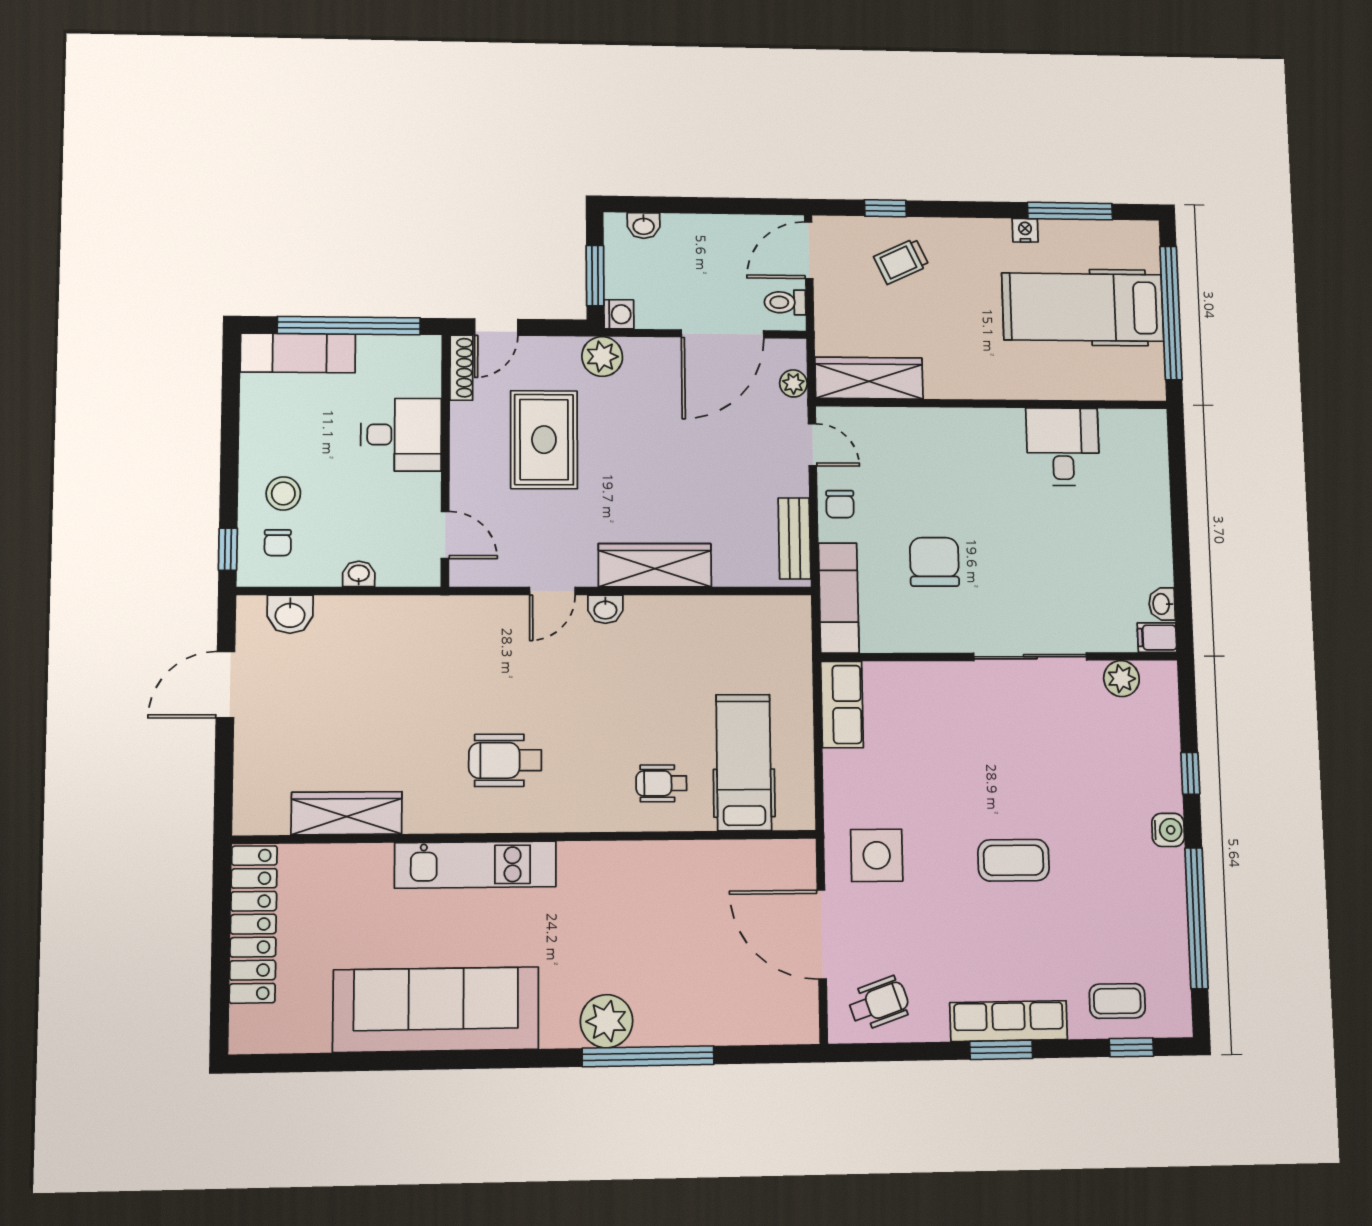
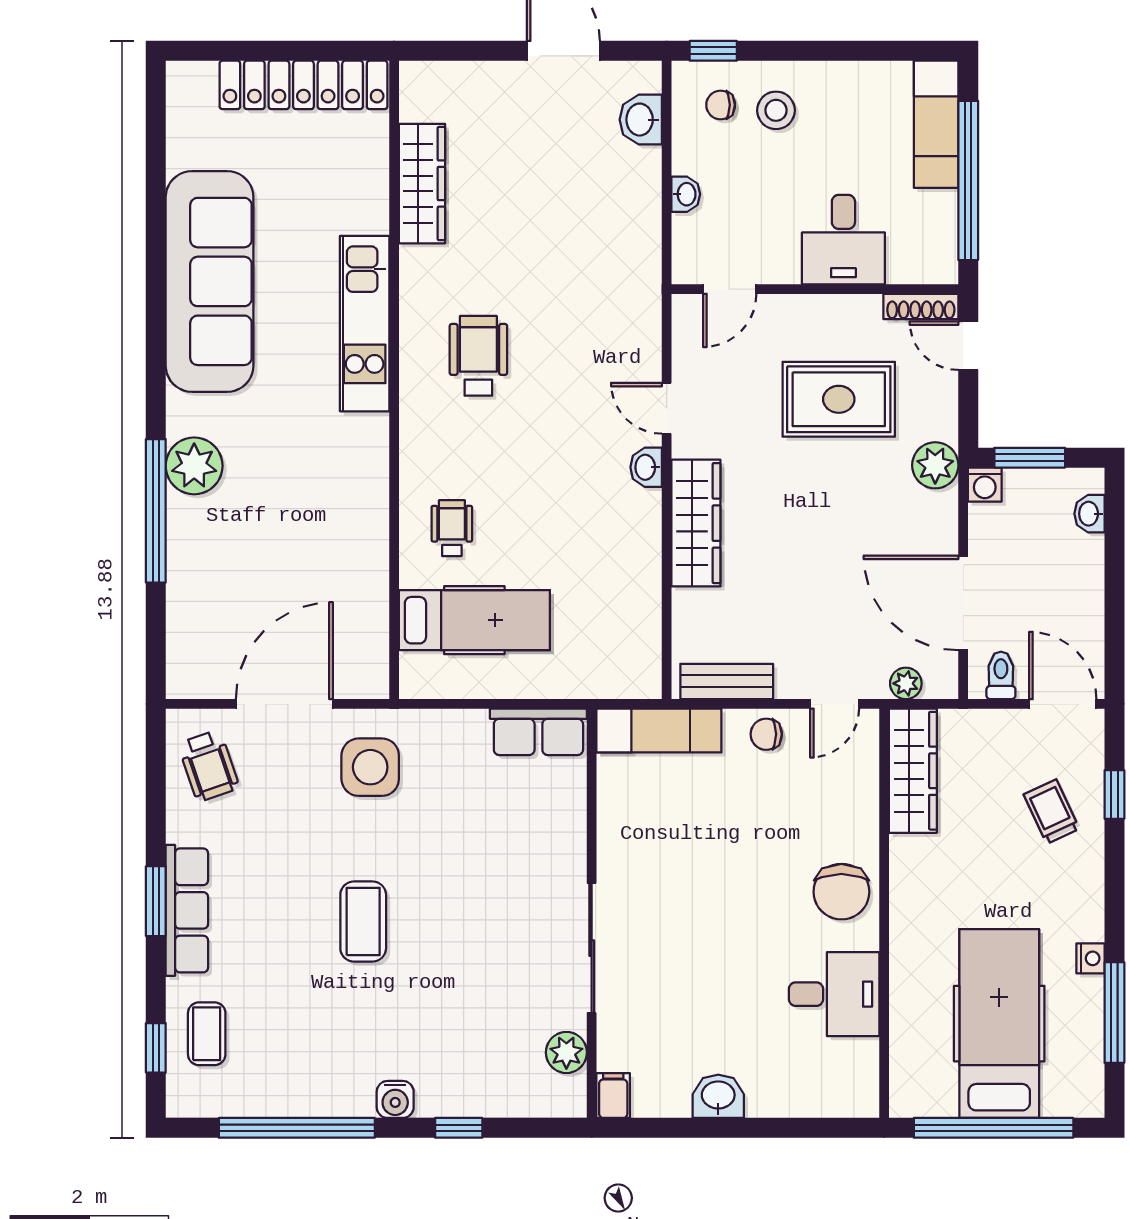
chair: (934, 562) -> (841, 892), moved, turned 90
washbasin: (1162, 604) -> (718, 1096), moved, width x1.38, depth x1.45

